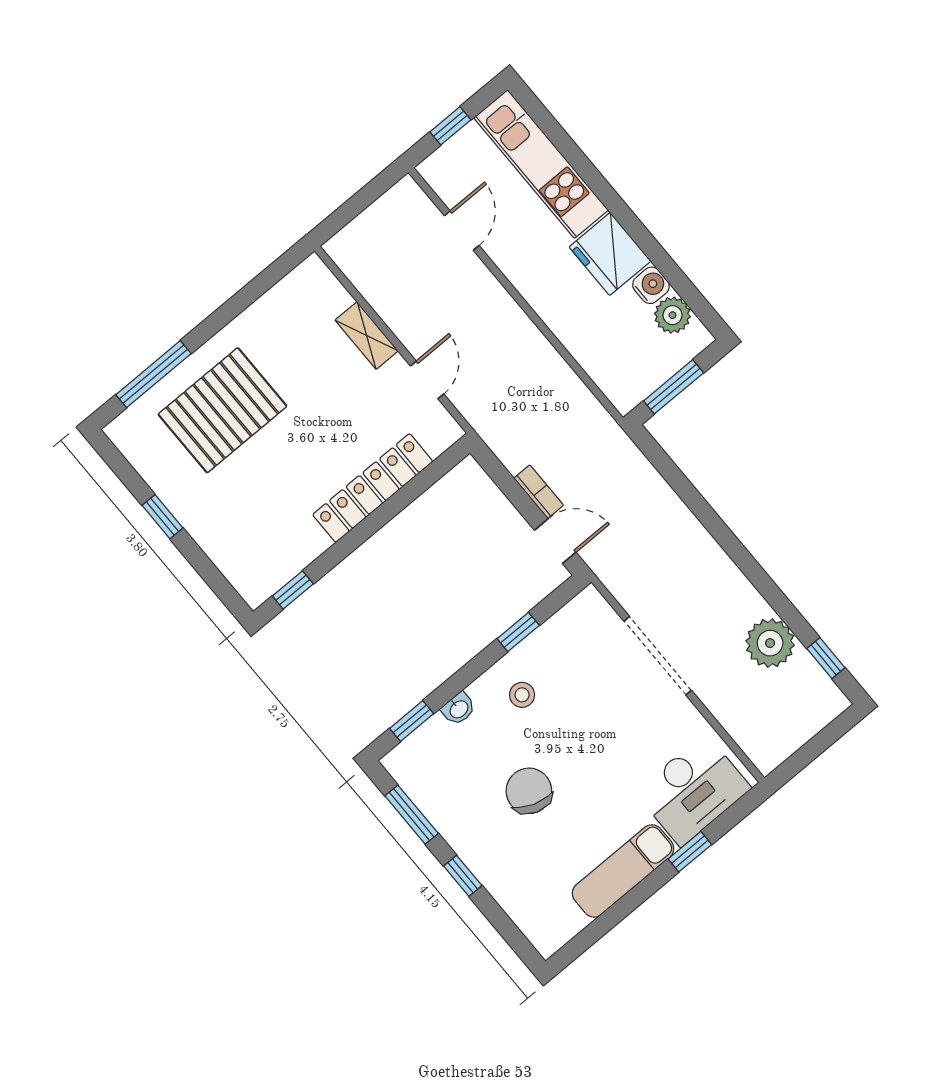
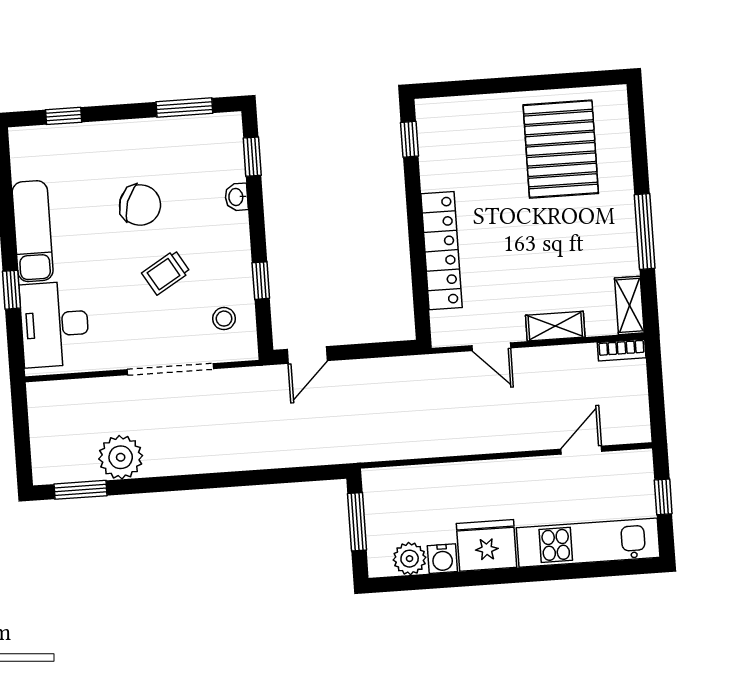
door: (462, 231) -> (581, 450), swing flipped
shelving: (299, 282) -> (629, 305), added
window: (153, 374) -> (645, 232), moved
pallet: (222, 410) -> (561, 149), moved
bookcase: (539, 492) -> (622, 350), moved
window: (162, 517) -> (531, 83), removed
window: (826, 658) -> (80, 490), width x1.50
stool: (522, 695) -> (224, 319), moved
trolley: (573, 723) -> (166, 272), added
window: (463, 876) -> (64, 116), moved

